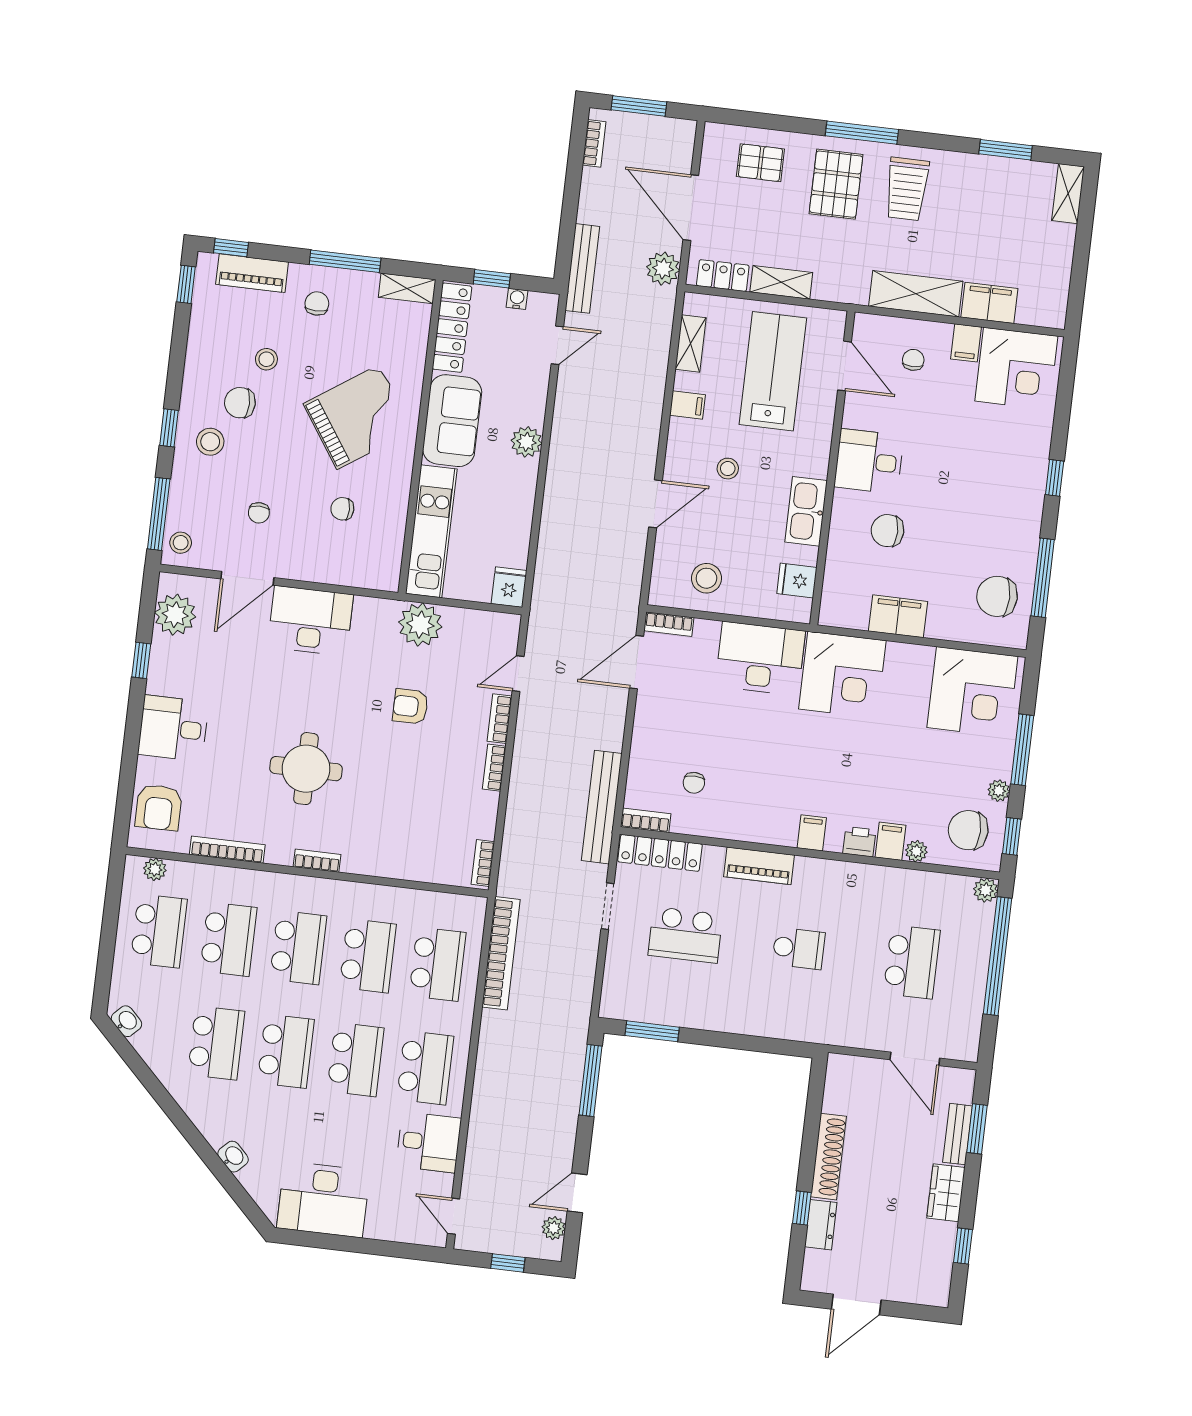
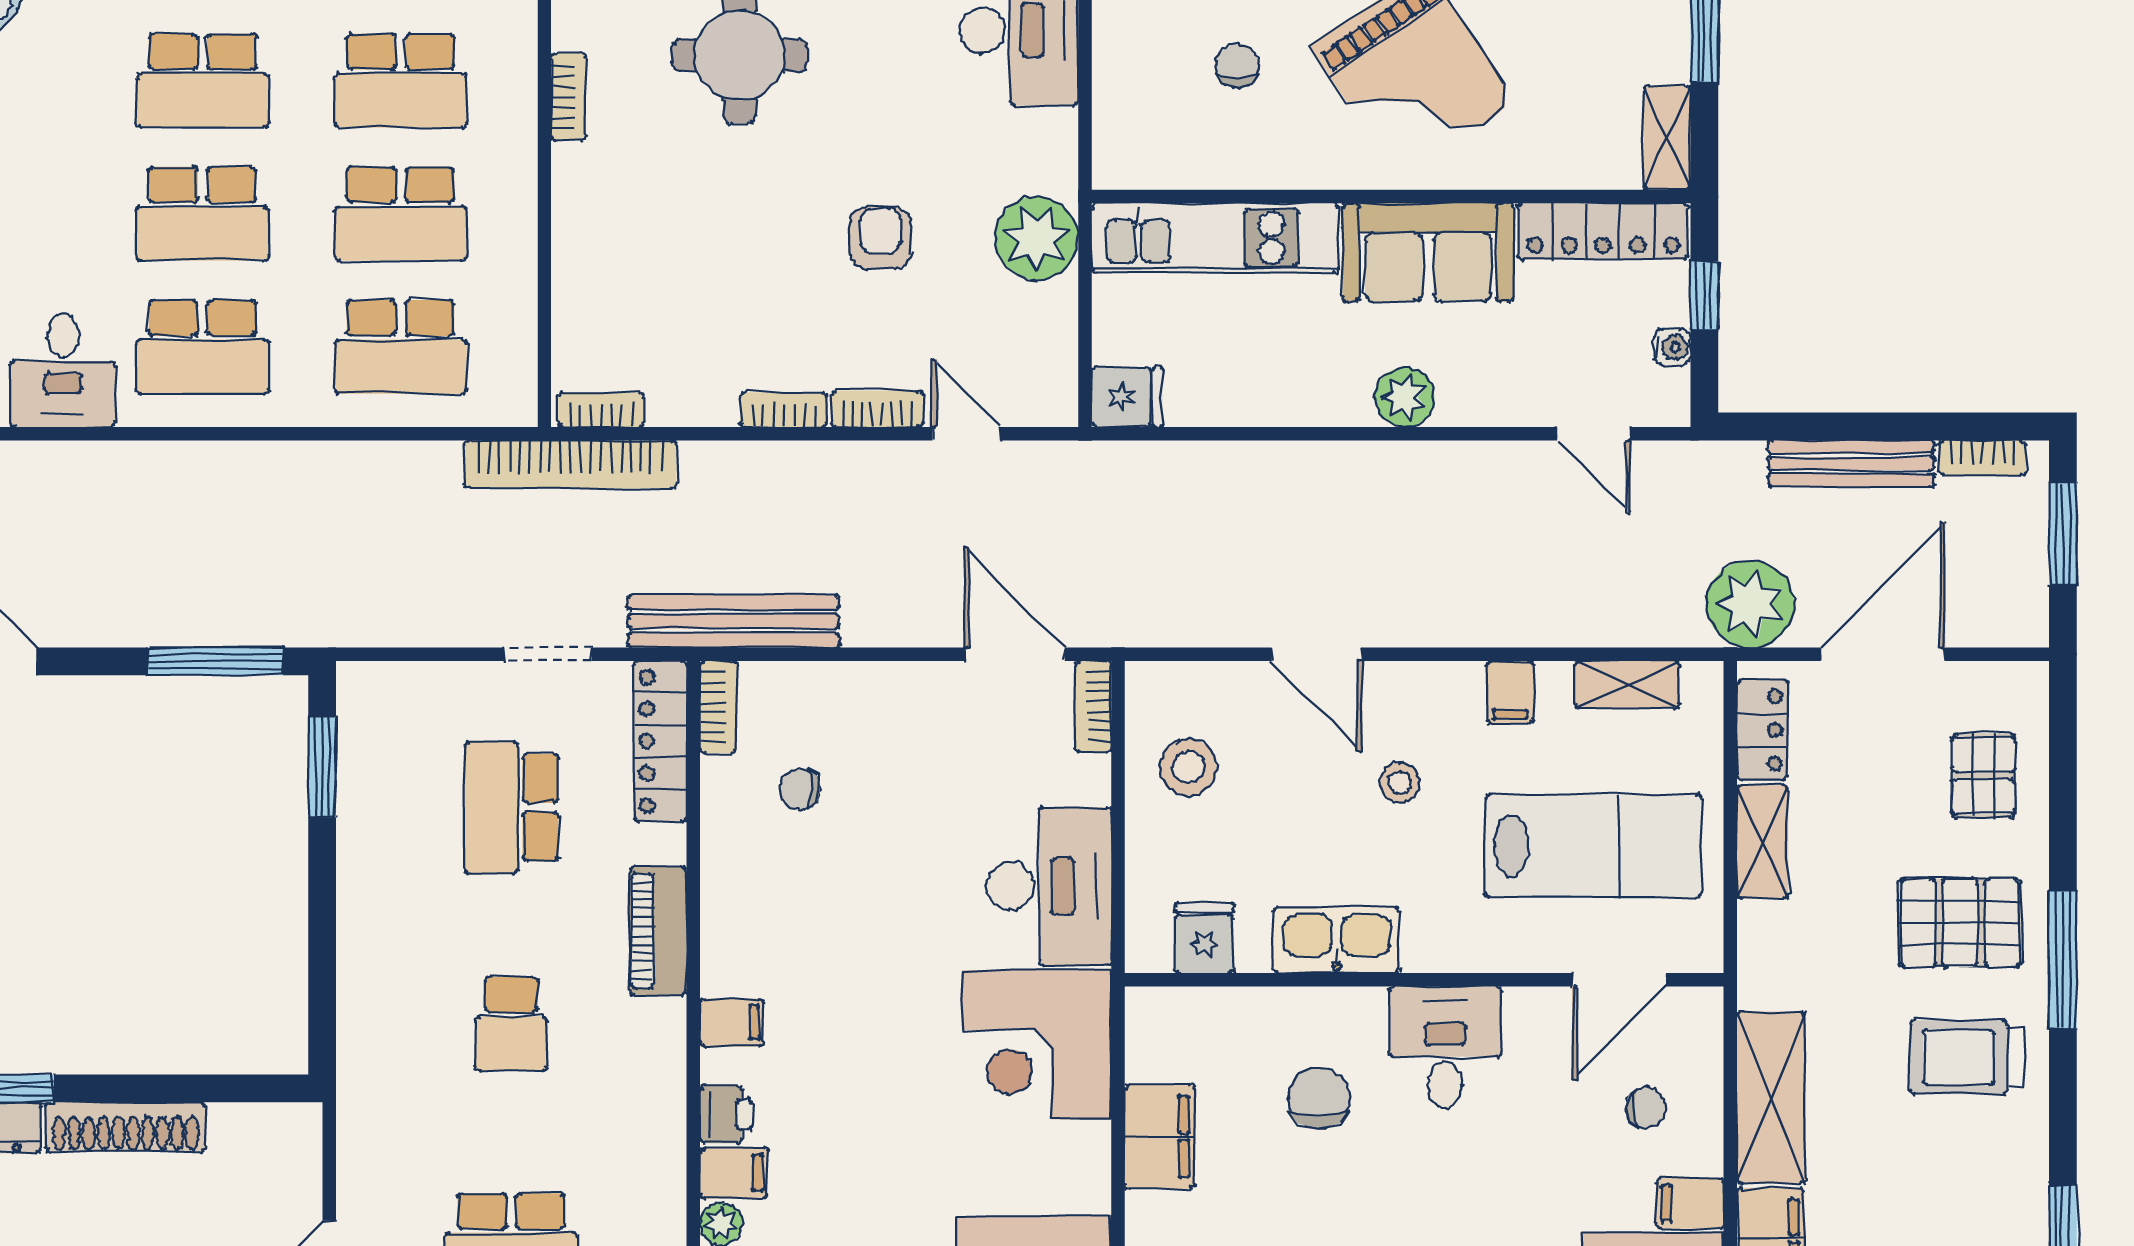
bench: (582, 268) -> (1851, 464), moved
plant: (663, 269) -> (1750, 604), width x1.36, depth x1.36
bookcase: (501, 953) -> (570, 464), moved

